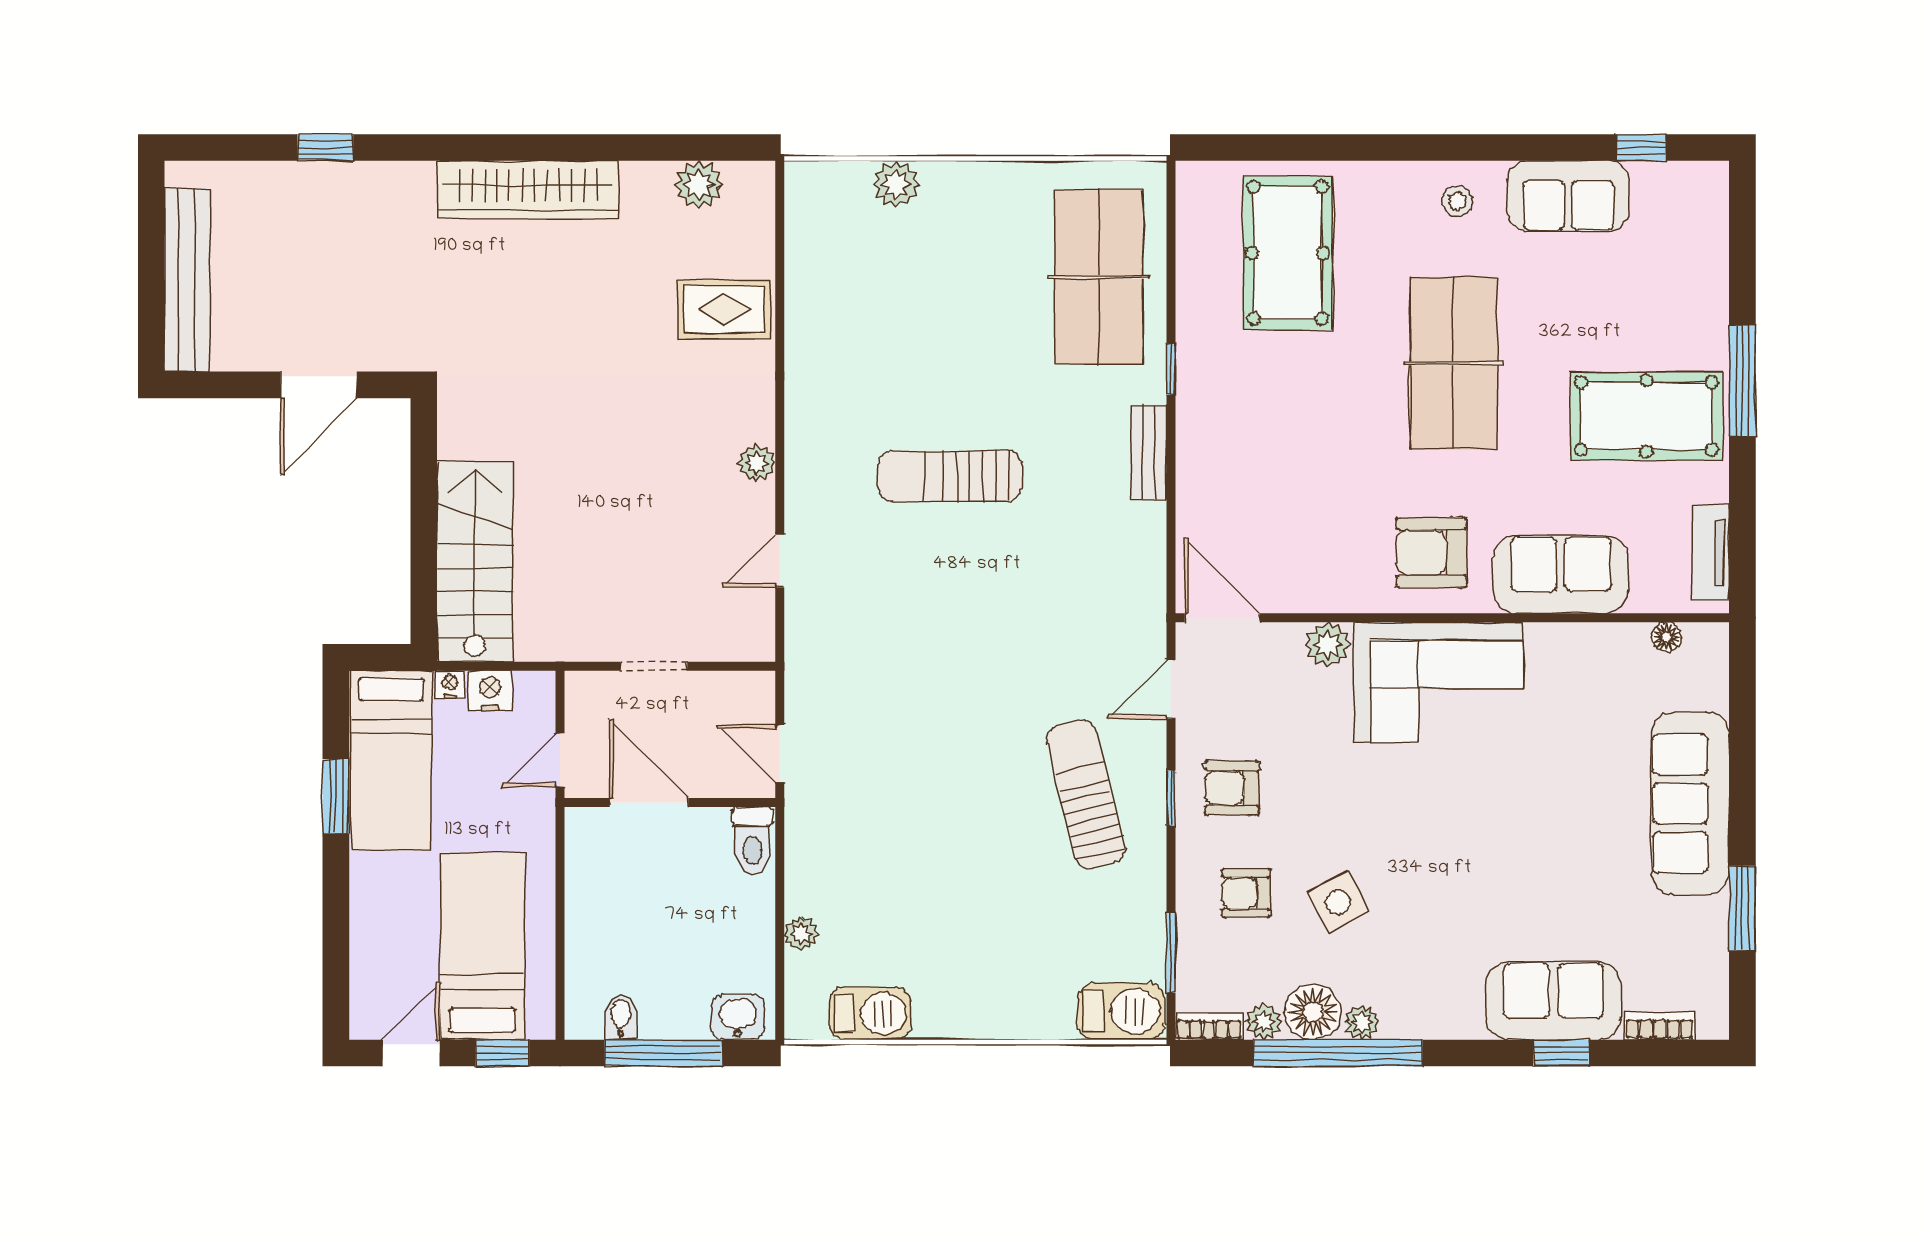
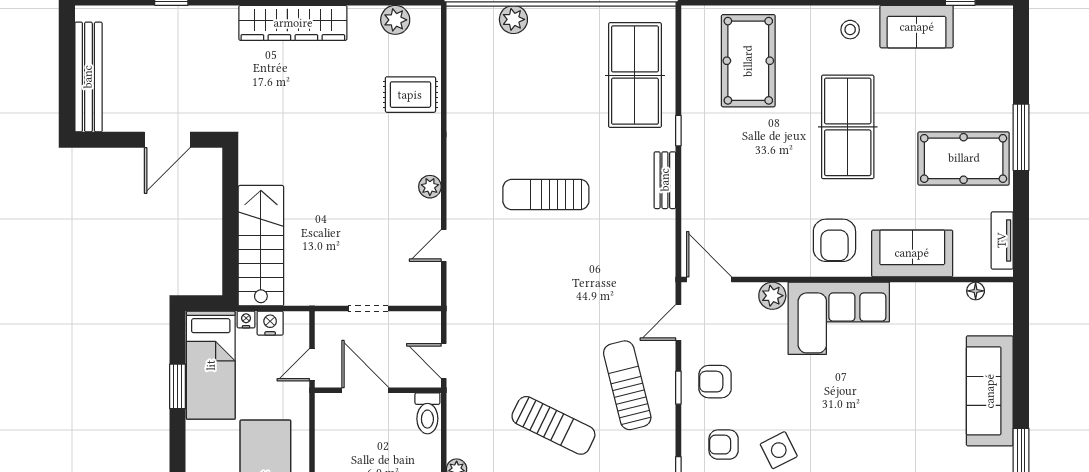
armchair: (1431, 552) -> (834, 240), turned -90
sun lounger: (963, 861) -> (553, 425), added

